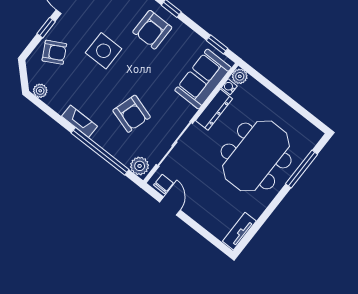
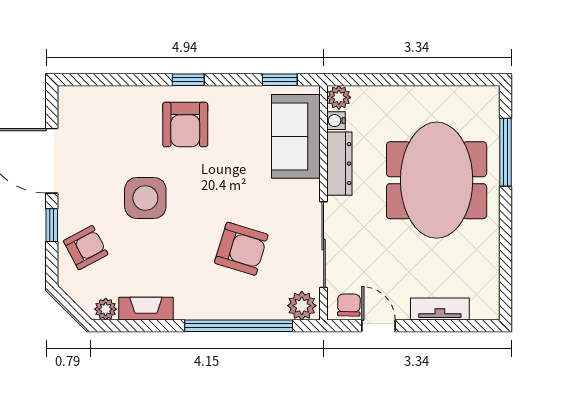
fireplace: (79, 121) -> (146, 309), moved
tv unit: (239, 231) -> (440, 309), moved, turned 90

